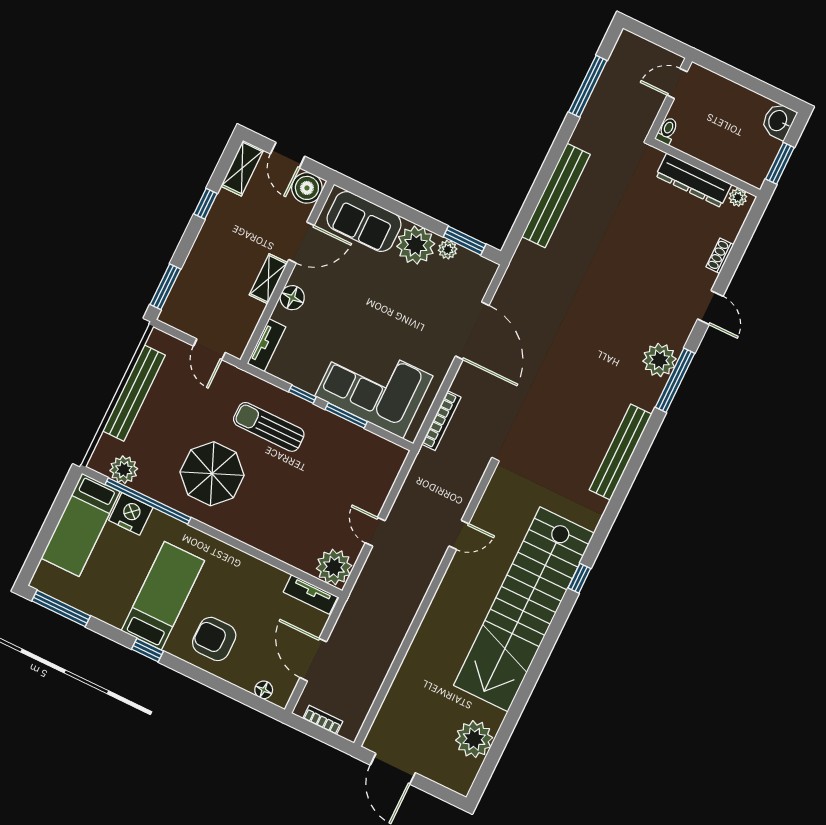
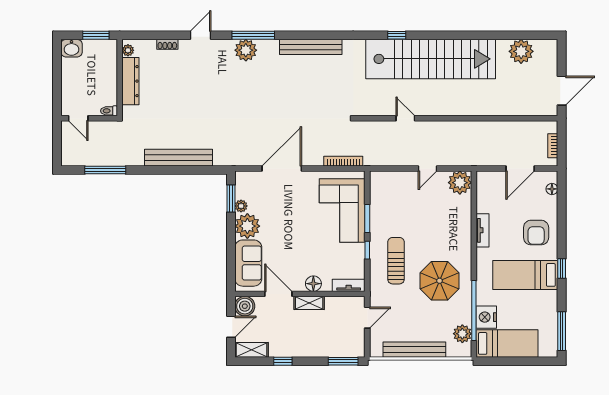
sun lounger: (269, 427) -> (396, 261), turned 180
tv unit: (311, 594) -> (483, 230), moved

